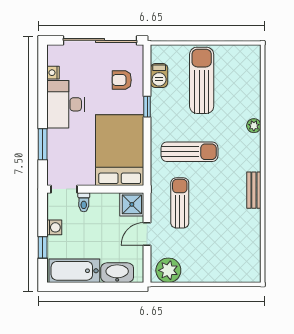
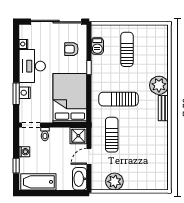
sun lounger: (202, 80) -> (127, 49), width x0.73, depth x0.75
plant: (254, 126) -> (159, 85), width x1.87, depth x1.87
nightstand: (55, 143) -> (25, 93), added
sun lounger: (190, 152) -> (118, 99), turned 180
bench: (254, 190) -> (163, 108), moved
plant: (168, 270) -> (114, 182), moved
washbasin: (117, 273) -> (80, 179), moved, turned -90

